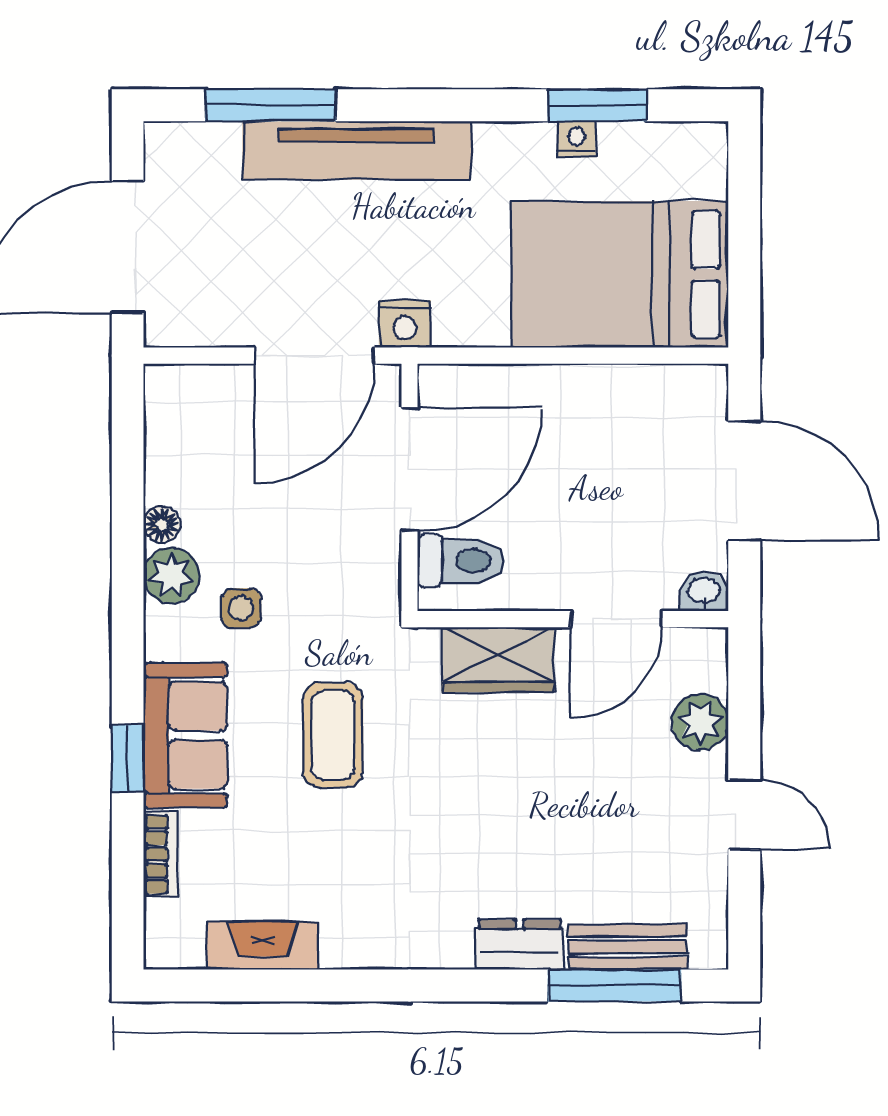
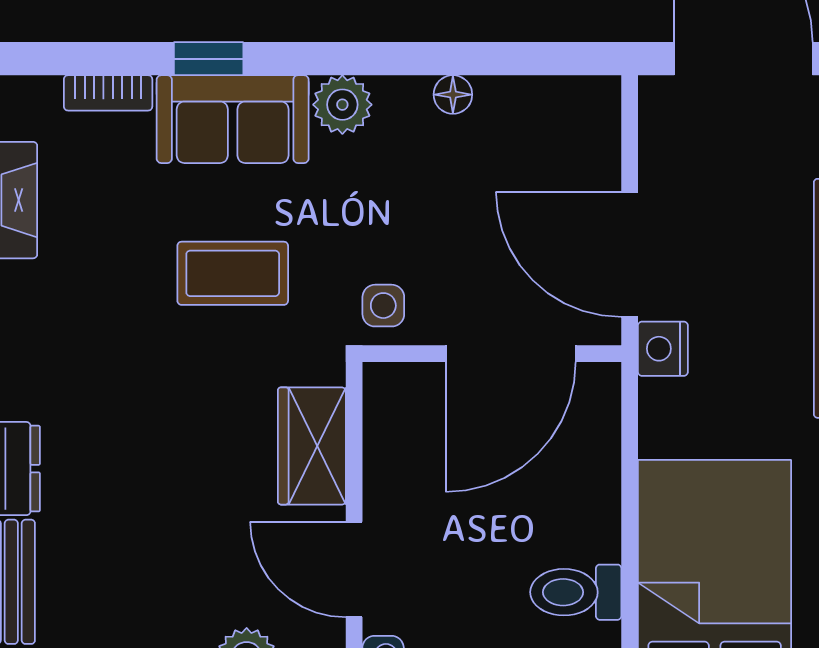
door: (410, 469) -> (511, 354), hinge flipped
toilet: (461, 561) -> (576, 592), moved, turned 90
plant: (172, 575) -> (342, 105), moved
side table: (241, 608) -> (383, 306), moved

